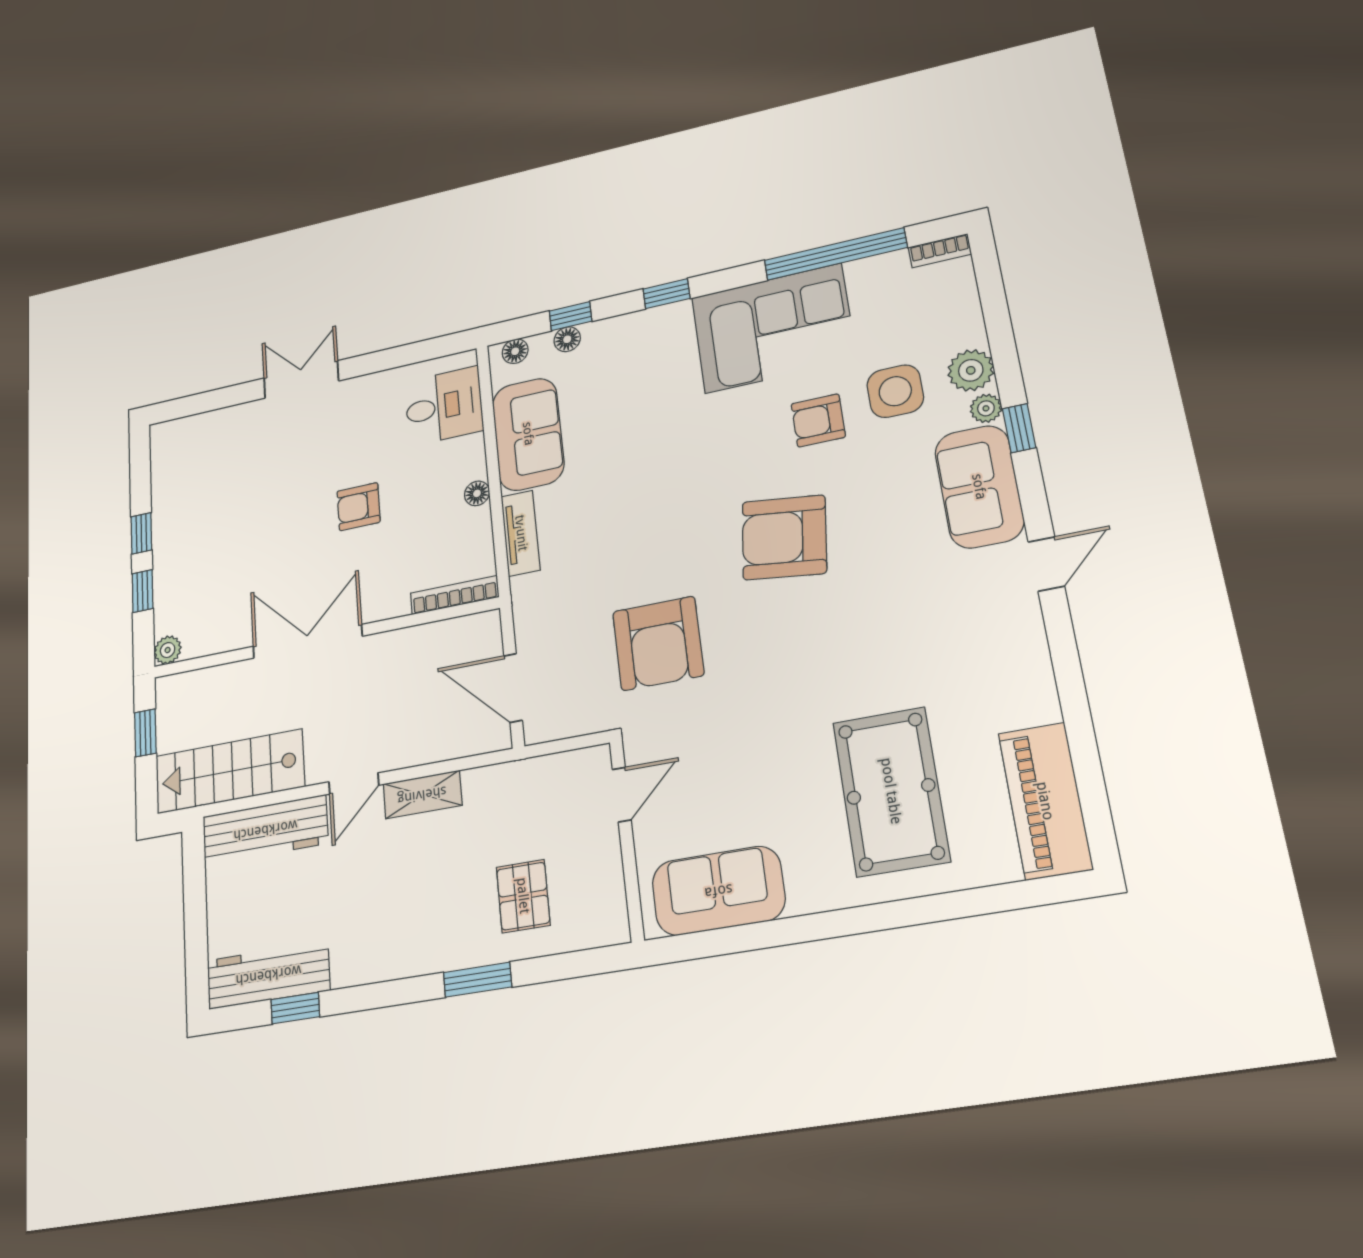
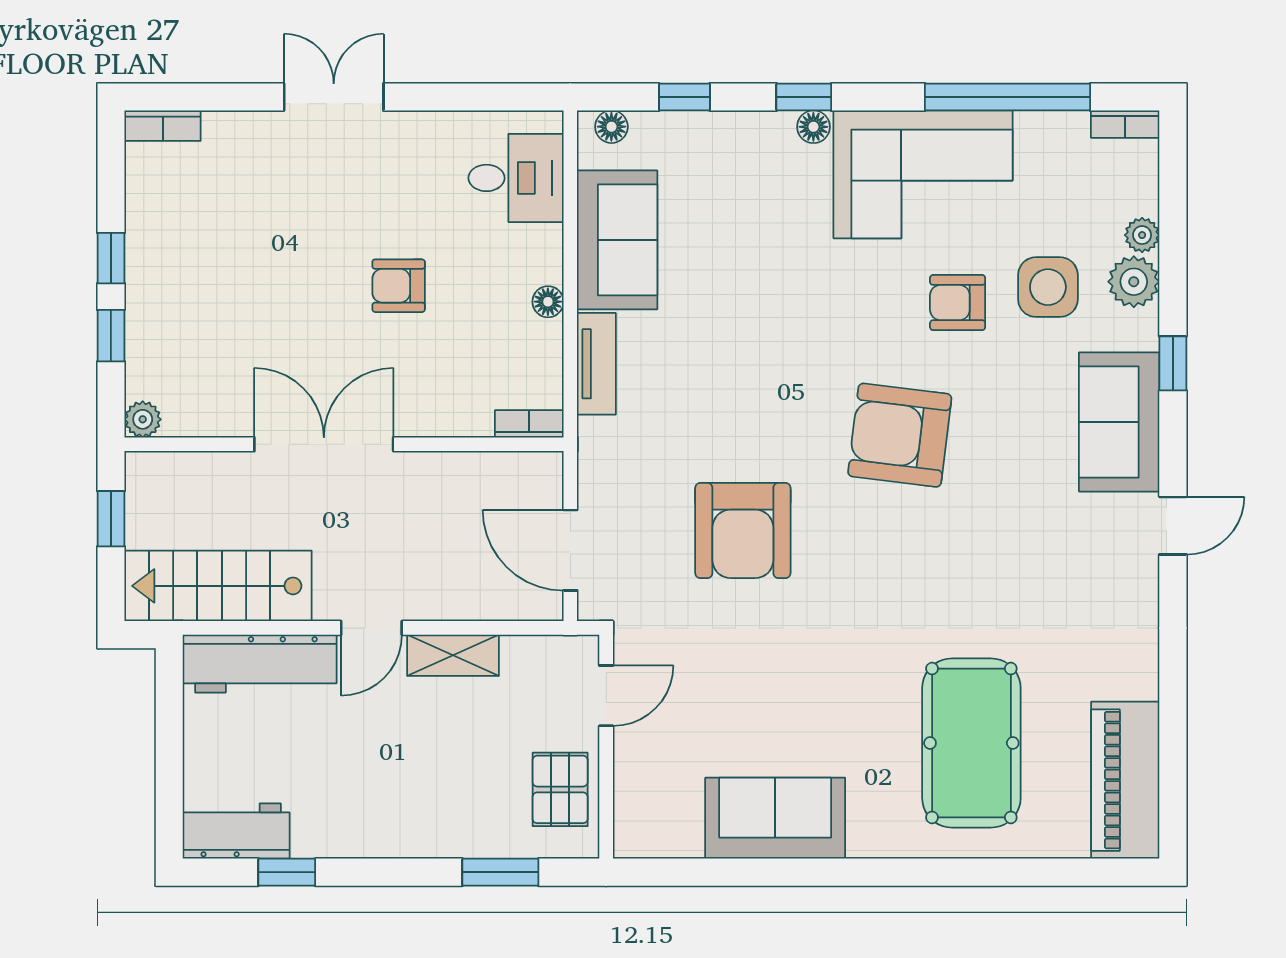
floor lamp: (567, 339) -> (813, 127), moved
plant: (986, 408) -> (1142, 235), moved
bookcase: (177, 429) -> (163, 126), added
bookcase: (455, 595) -> (529, 424), width x0.64
door: (622, 795) -> (606, 696), moved
wall: (627, 840) -> (606, 747), moved
workbench: (268, 975) -> (236, 831), width x0.73

